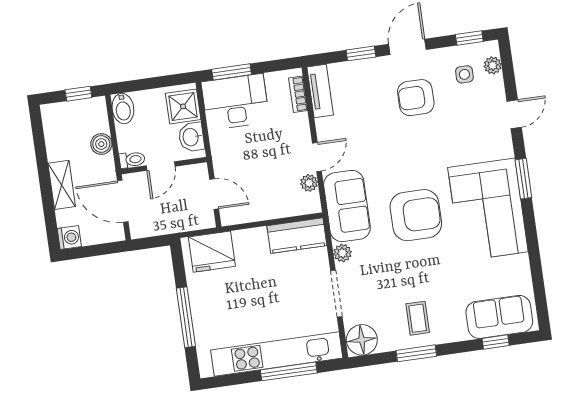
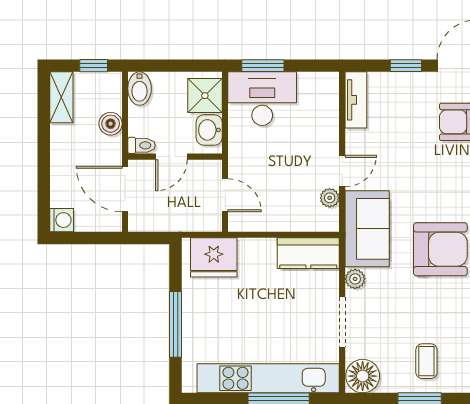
bookcase: (298, 94) -> (331, 100), removed
shelving: (62, 185) -> (61, 97), moved

